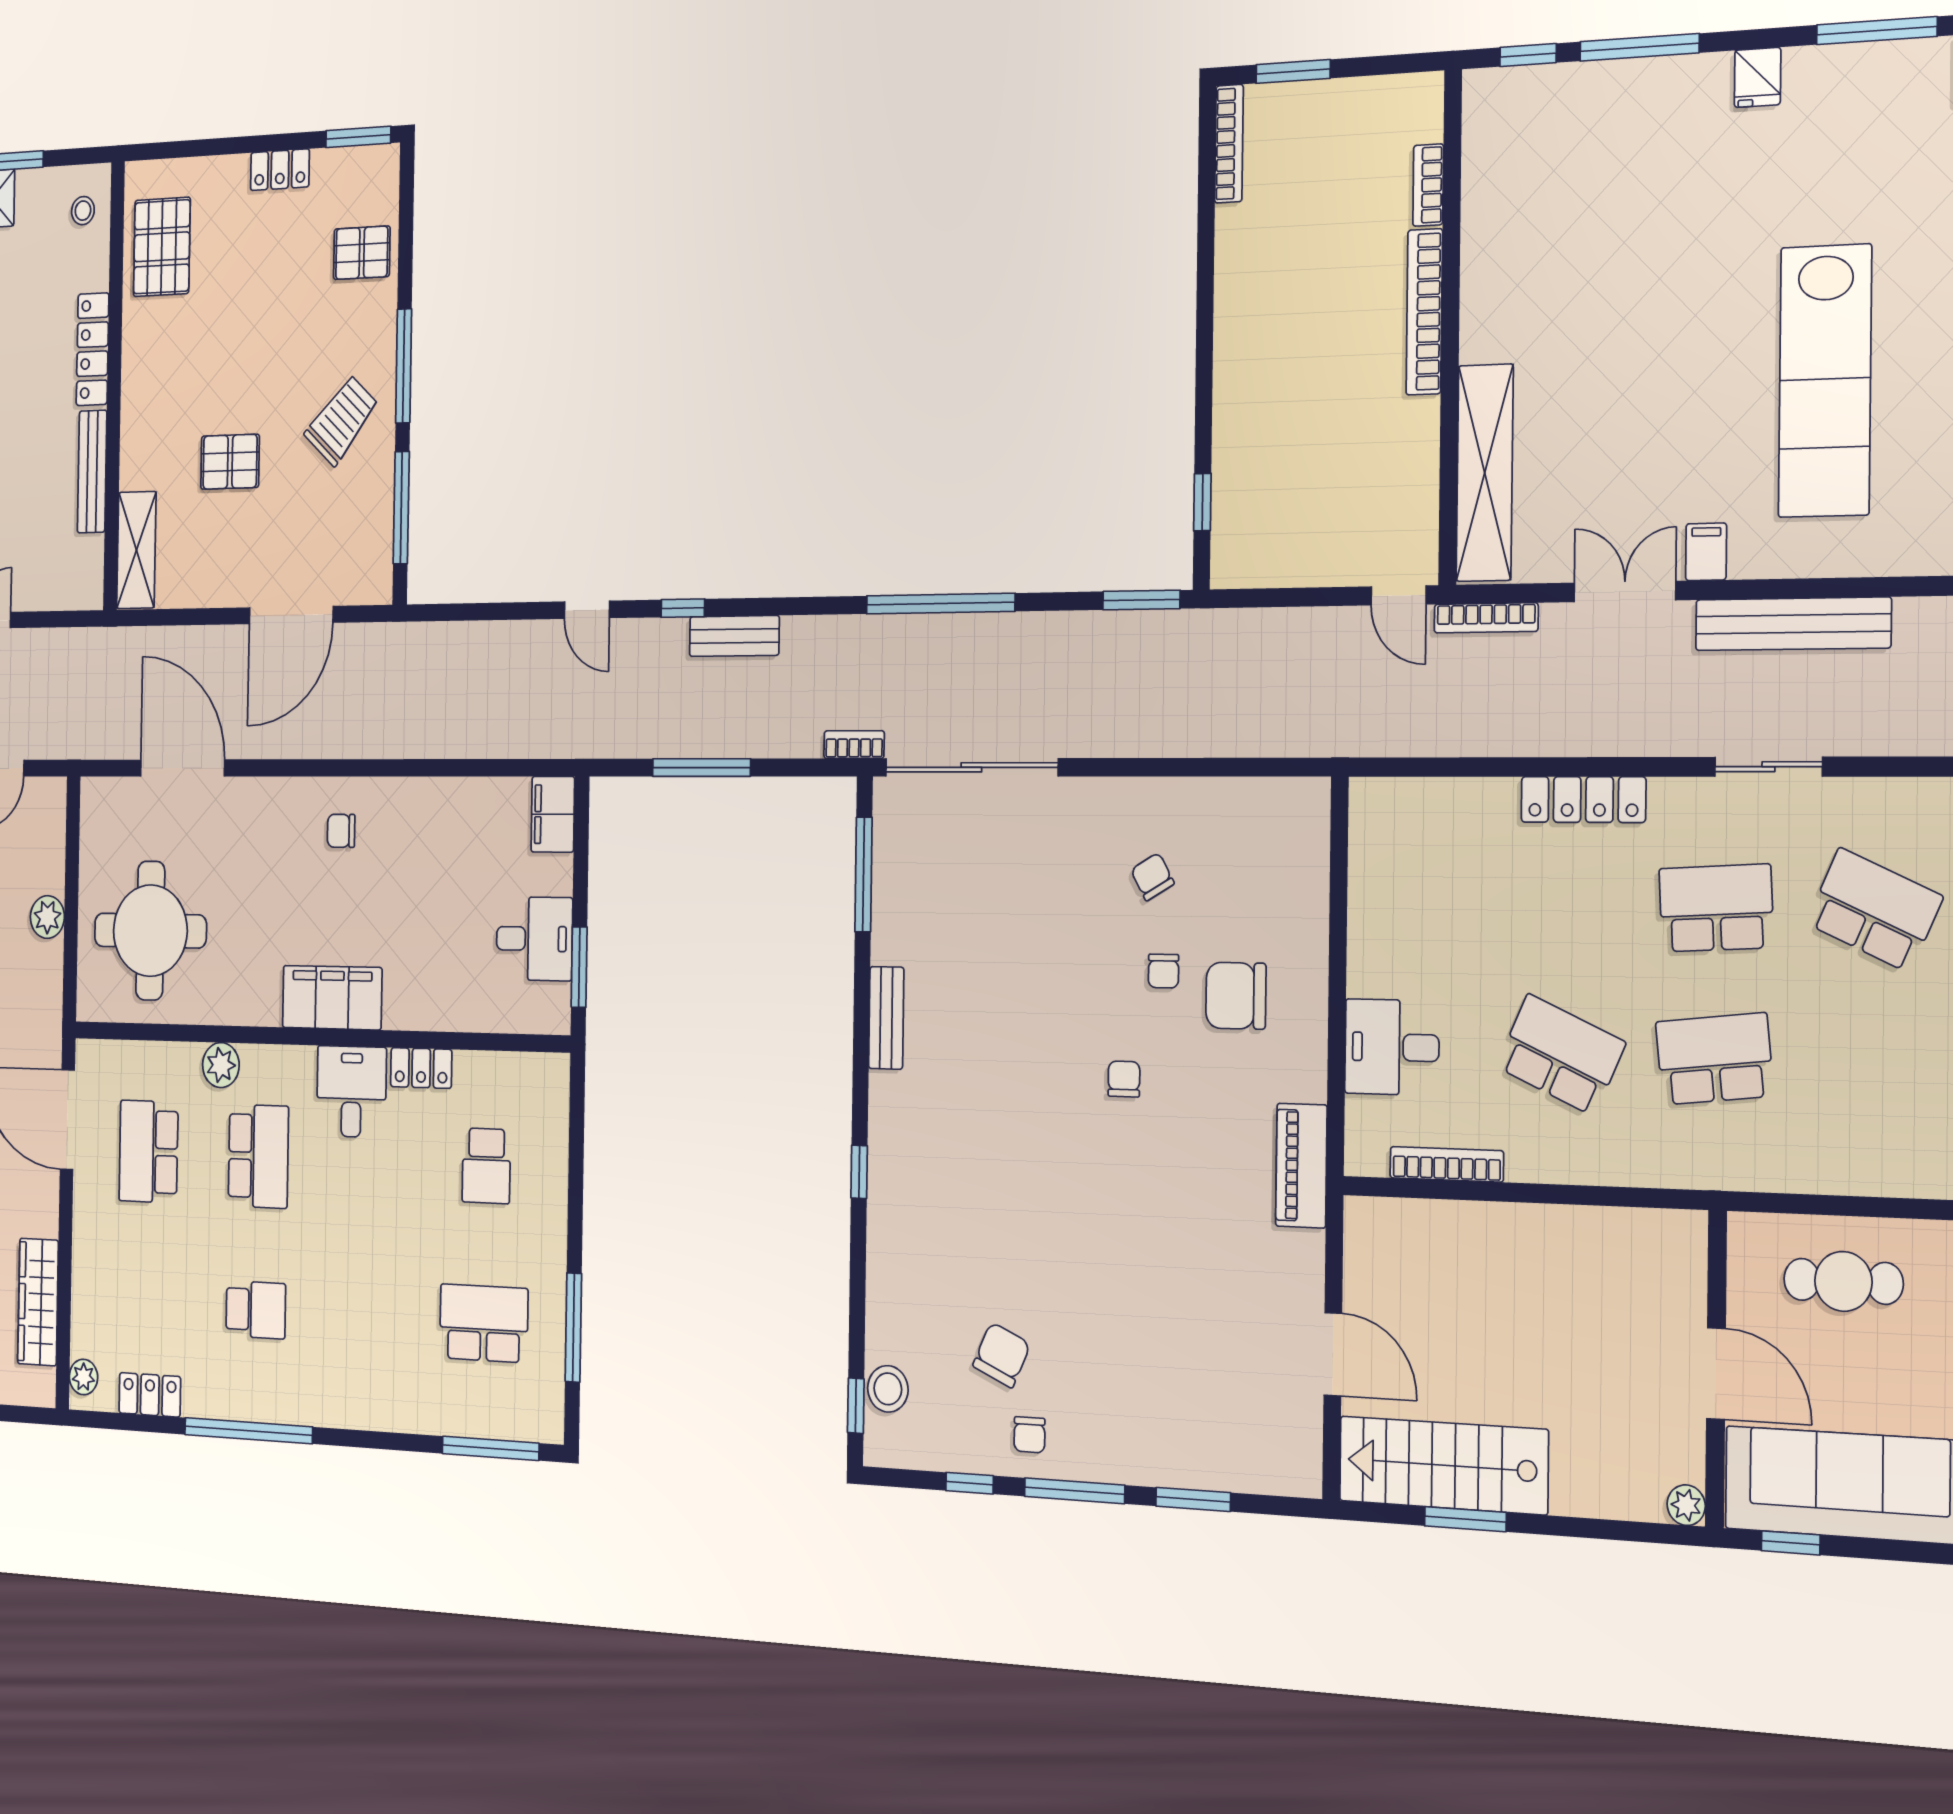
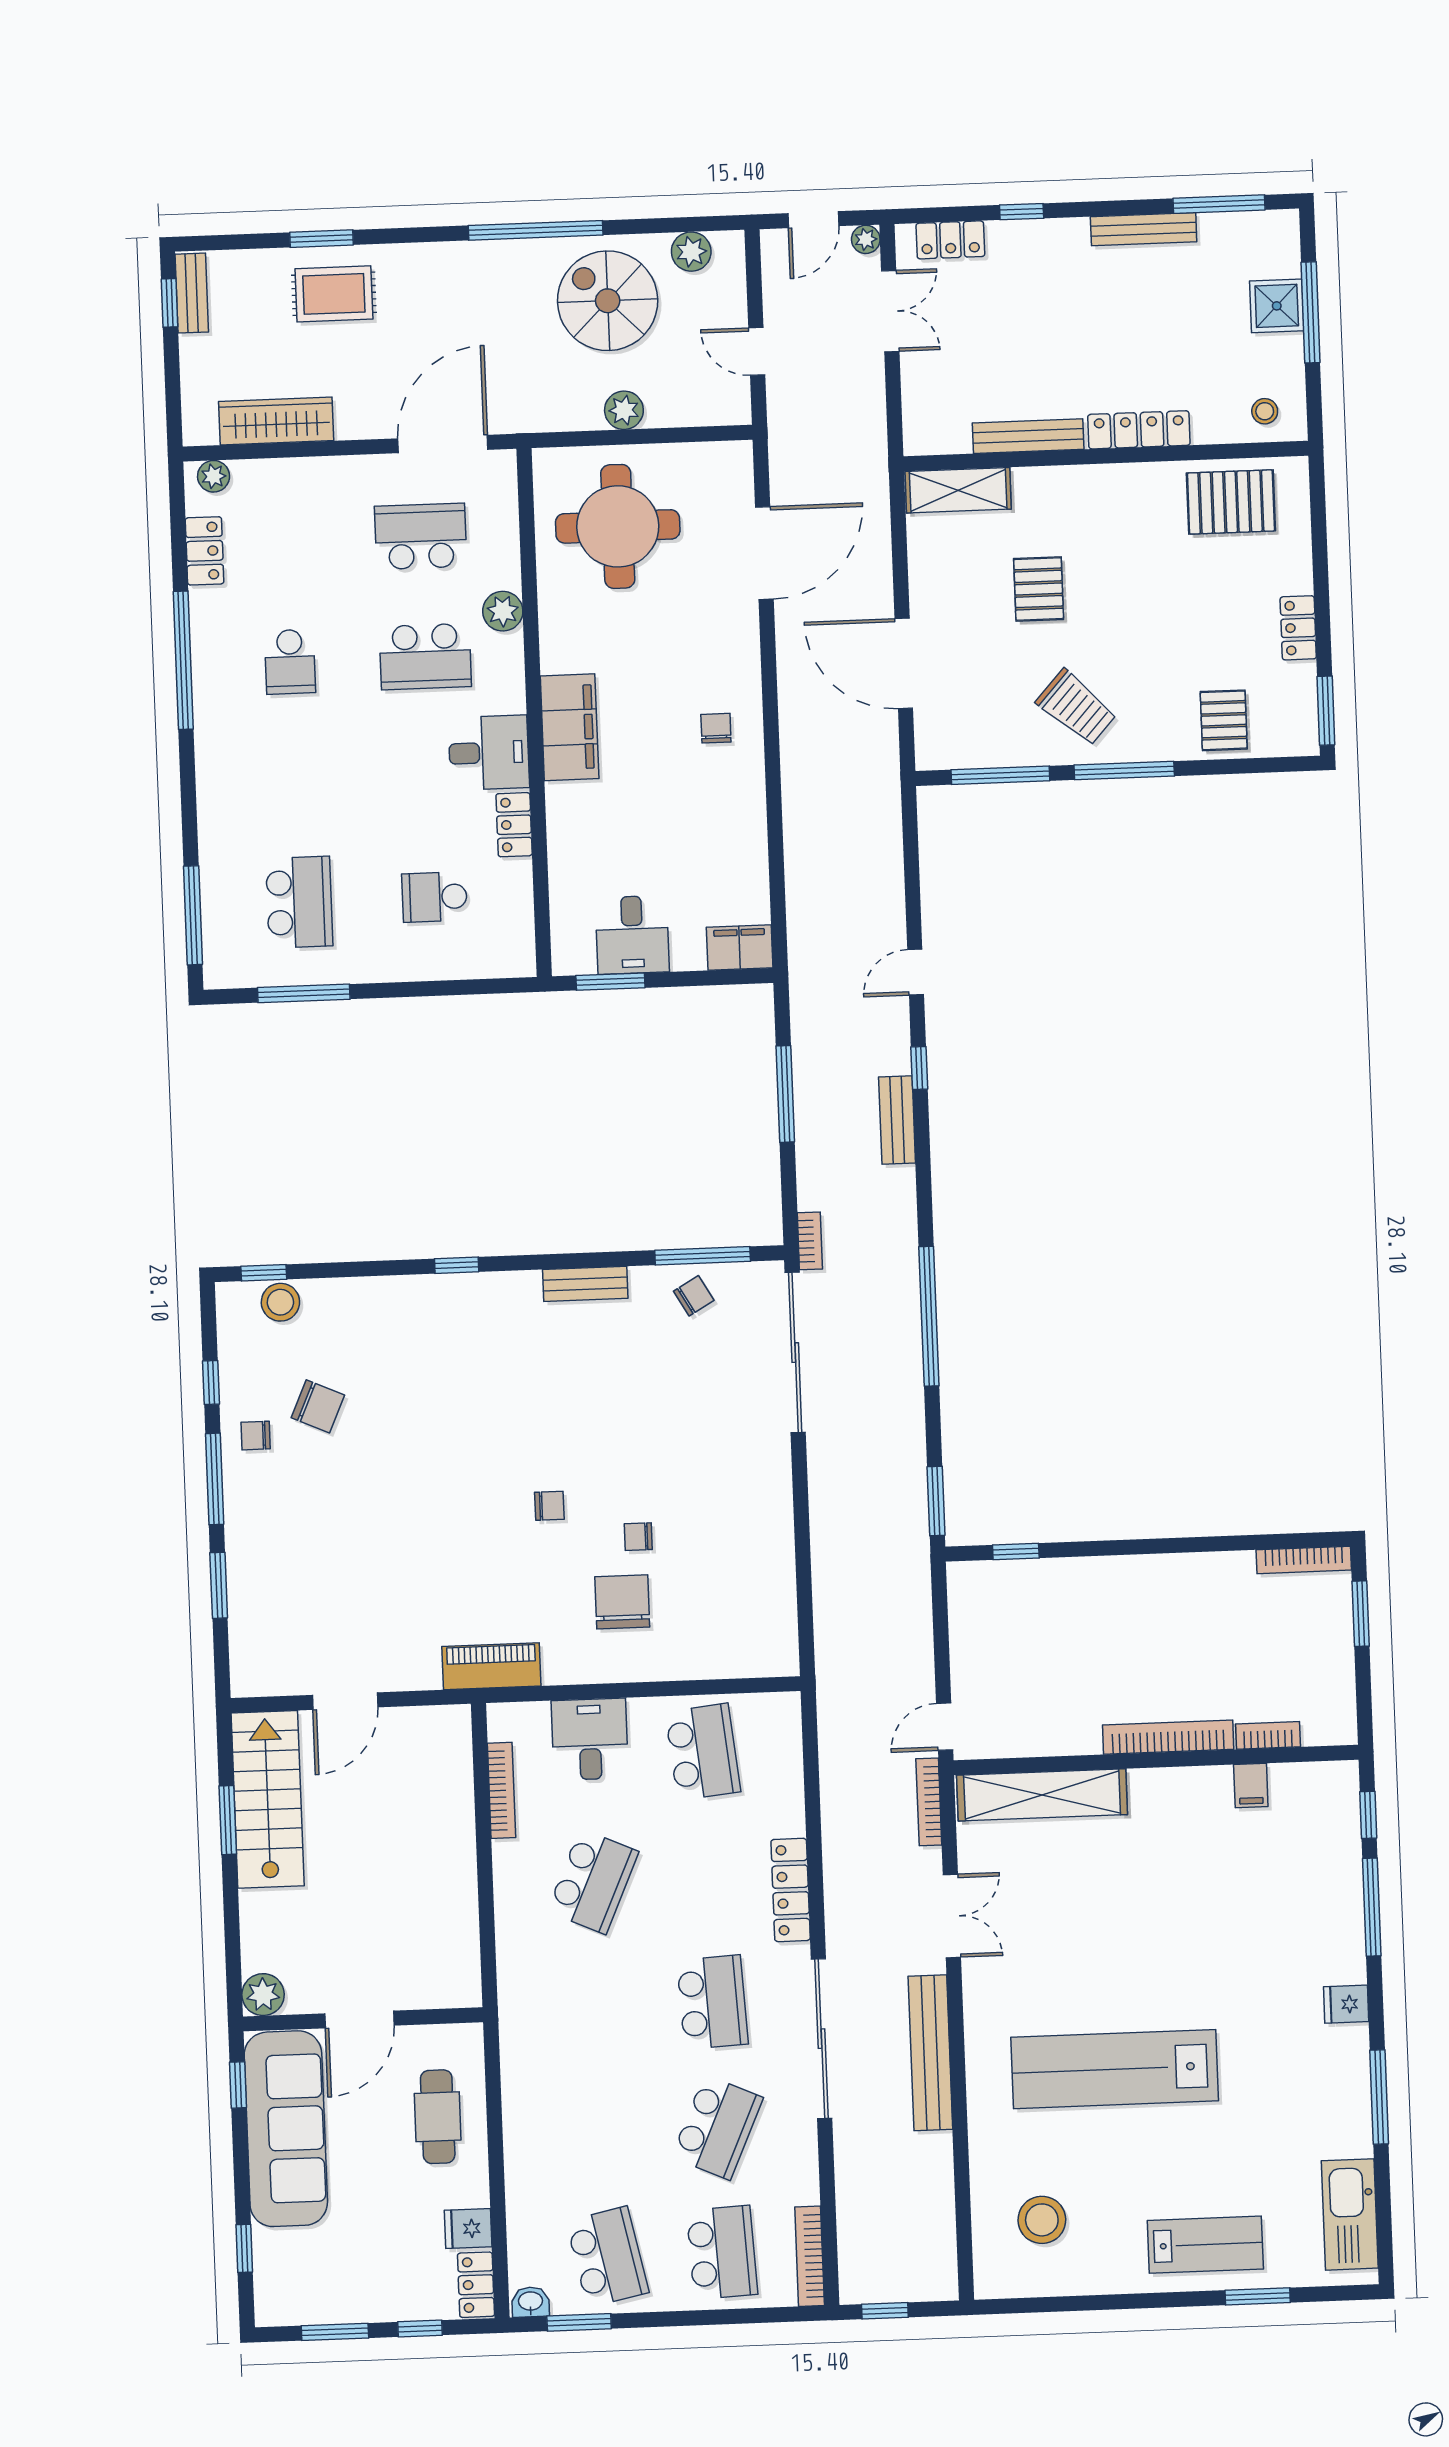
filing cabinet: (1706, 552) -> (1251, 1786), moved, turned 90
sliding door: (1768, 767) -> (822, 2039), width x1.86
chair: (1152, 877) -> (694, 1296), moved
school desk: (1715, 1059) -> (703, 1752), moved
plant: (1686, 1505) -> (263, 1995), width x1.38, depth x1.38

